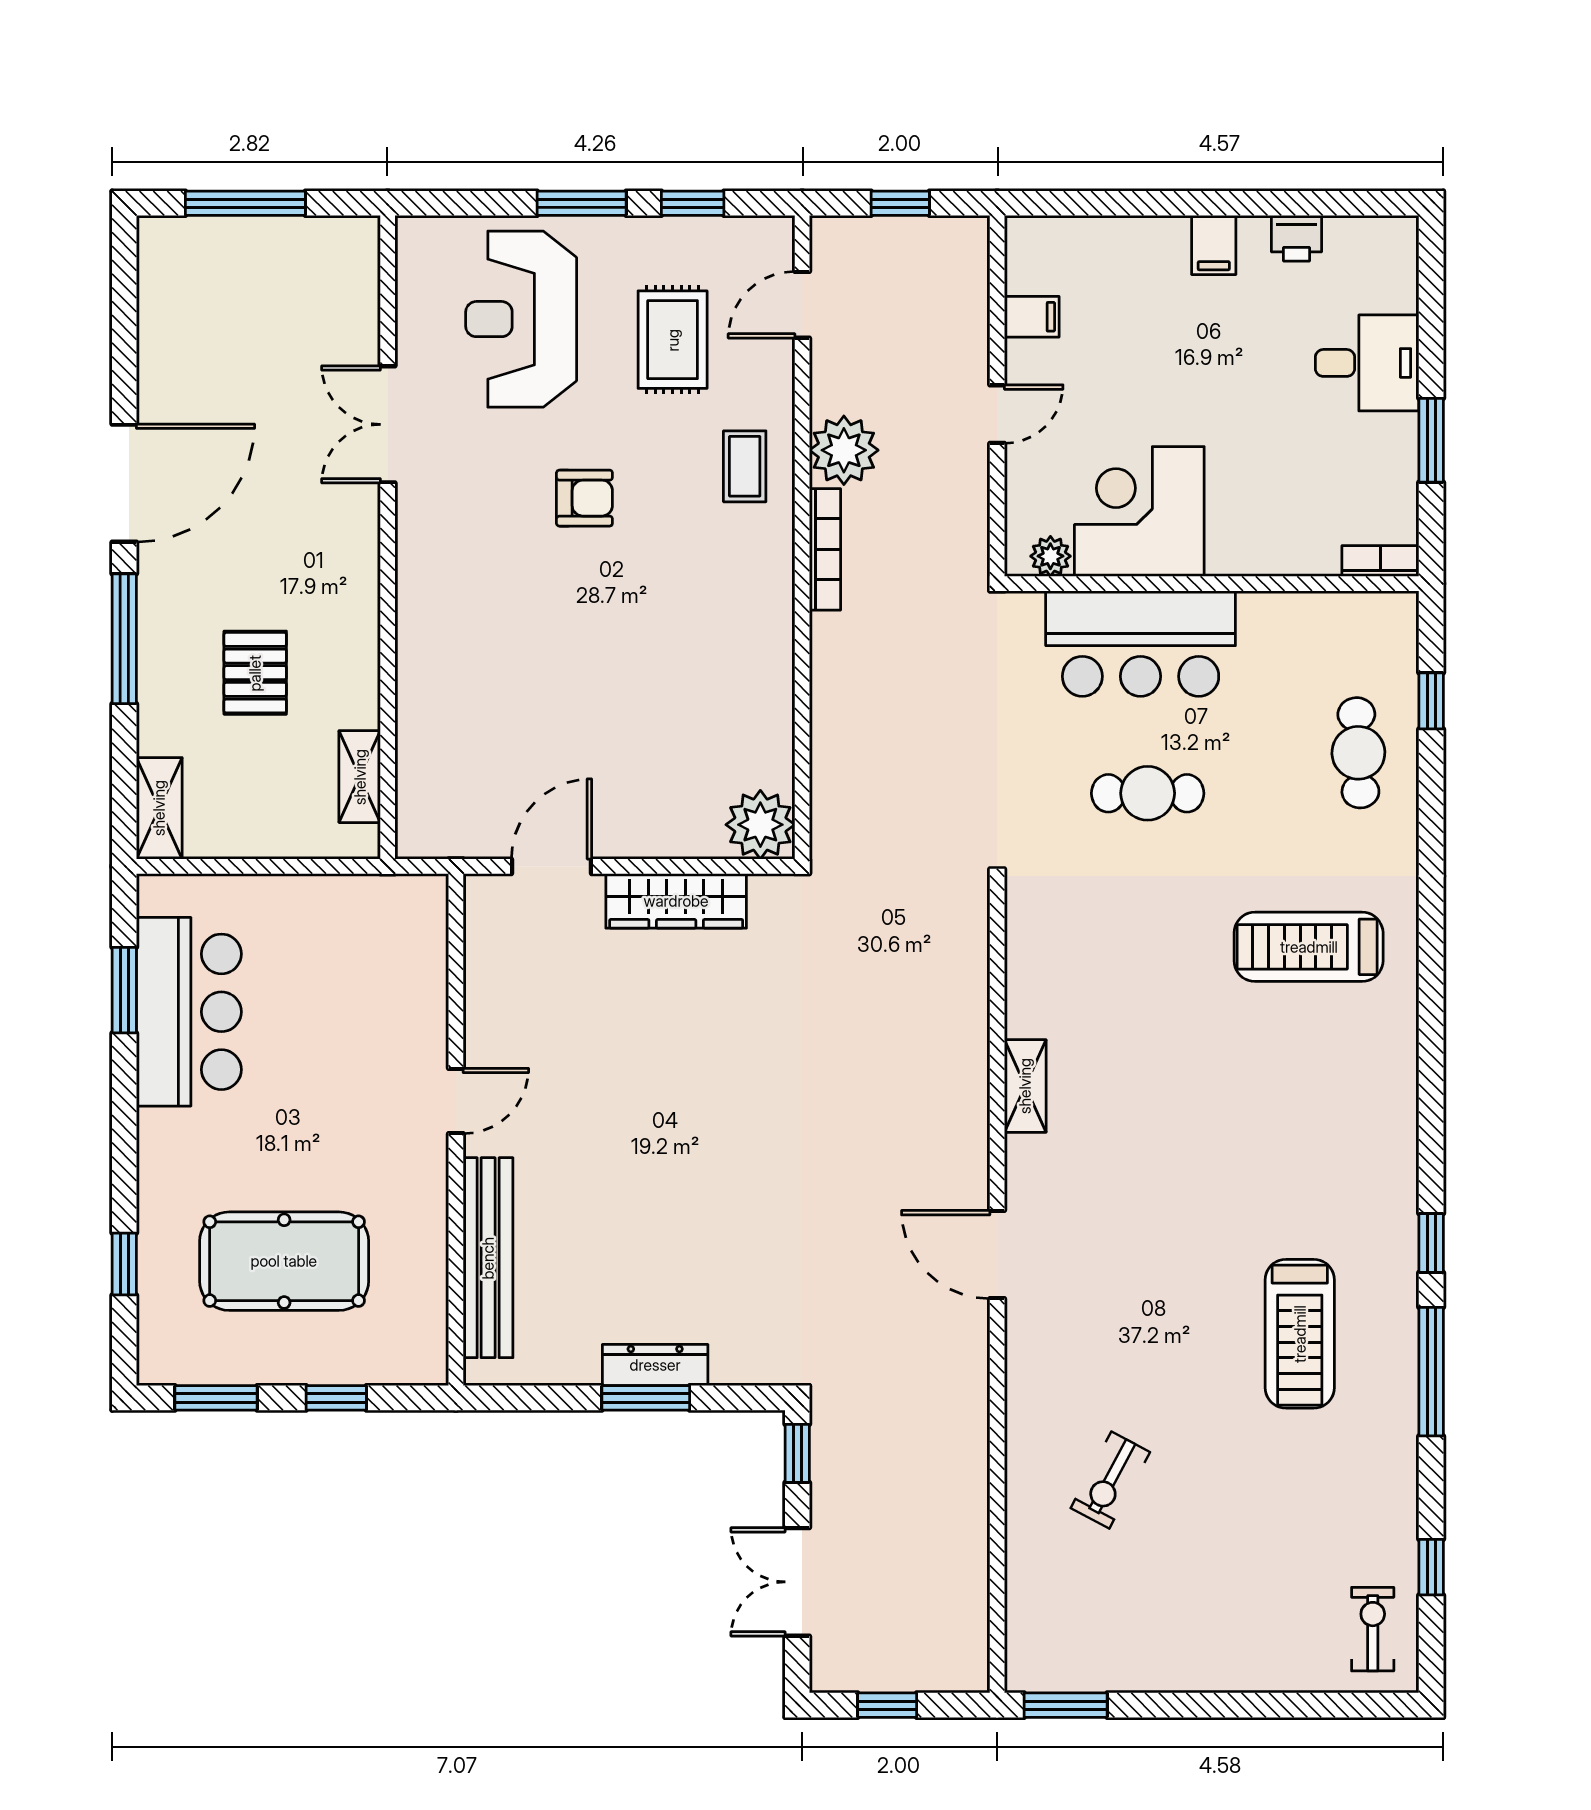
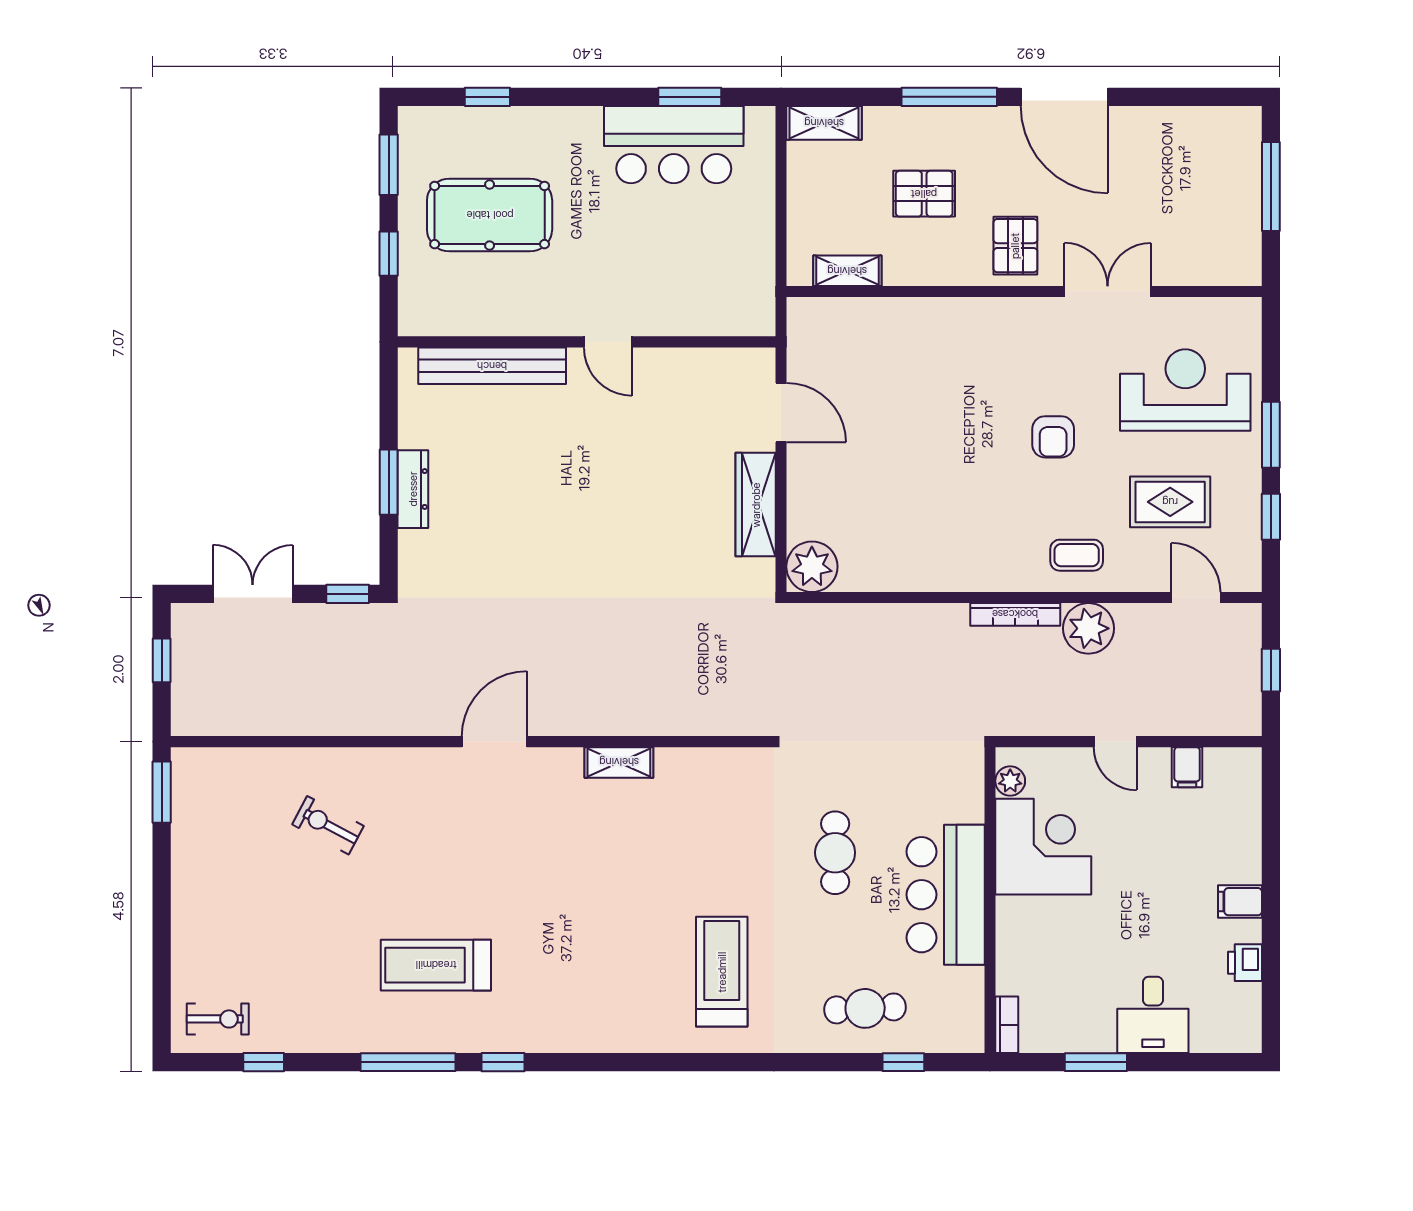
pallet: (326, 549) -> (1015, 246), added
bar counter: (1141, 644) -> (946, 895), moved
pool table: (284, 1261) -> (490, 215), turned 90

